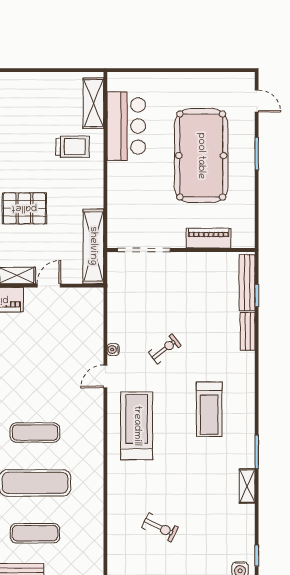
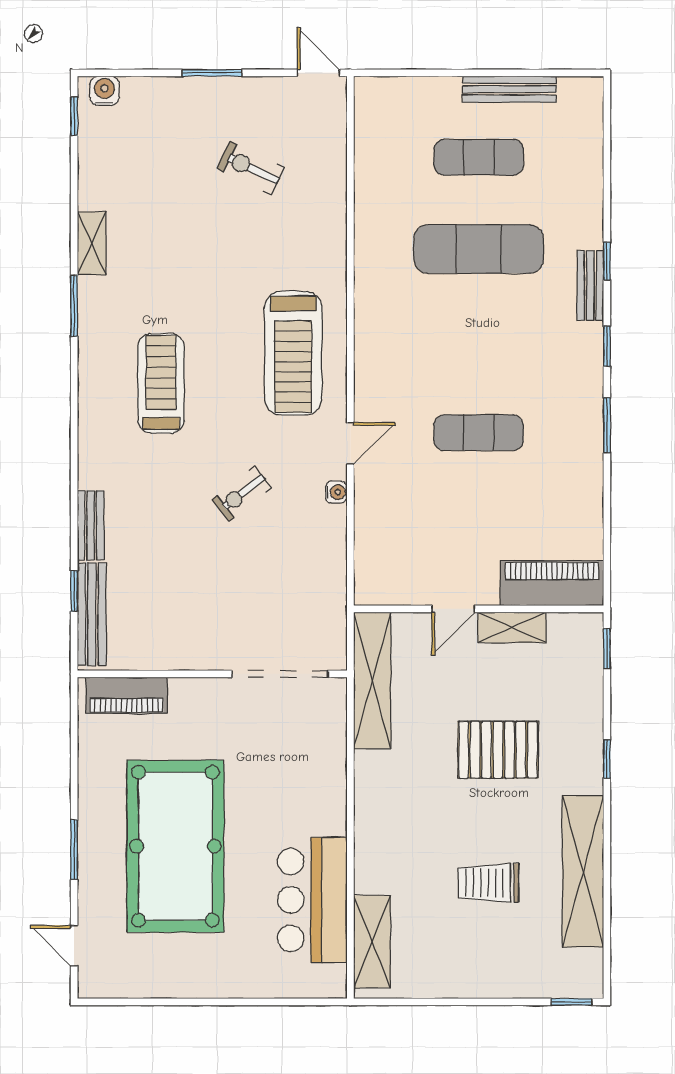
trolley: (73, 147) -> (489, 883), moved
piano: (209, 238) -> (127, 695), moved
exercise mat: (35, 433) -> (479, 433), moved

